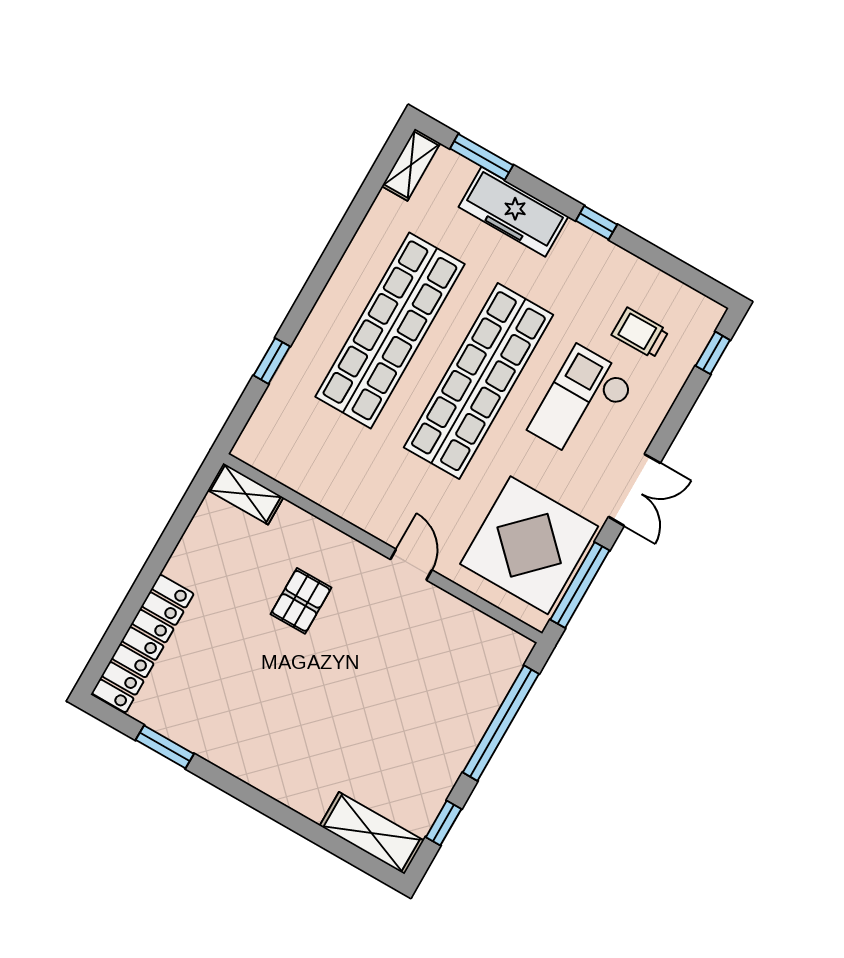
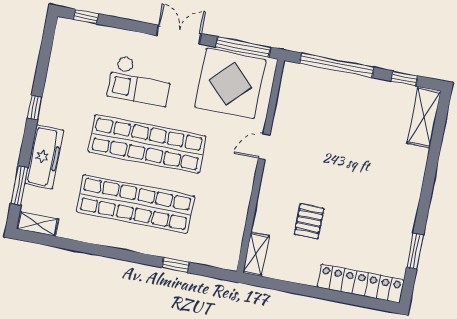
trolley: (640, 333) -> (89, 62), removed
pallet: (301, 601) -> (309, 221), moved, turned 90

